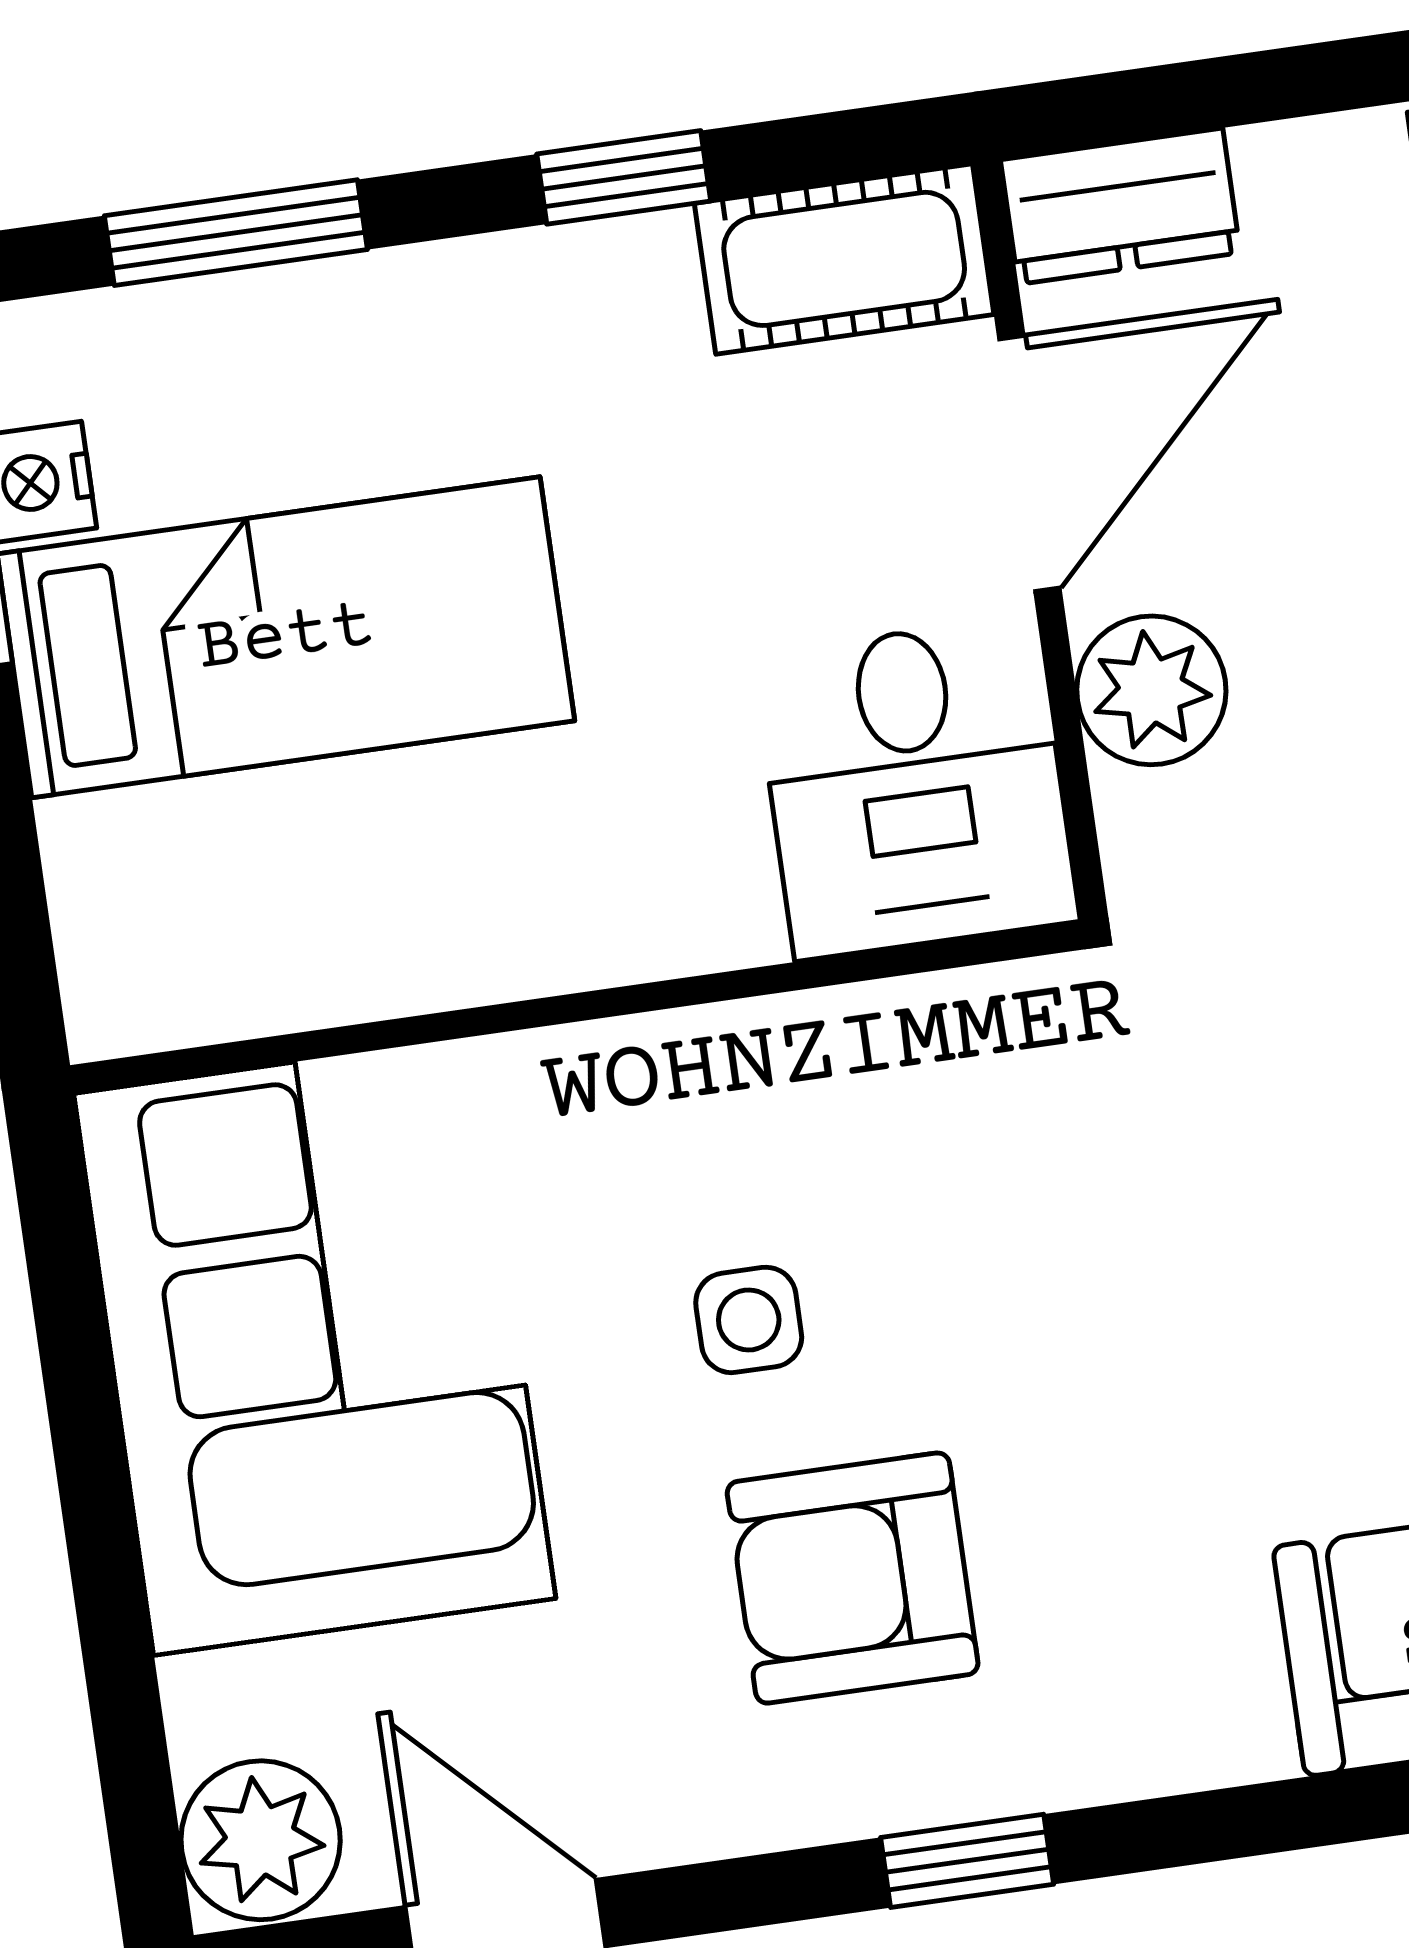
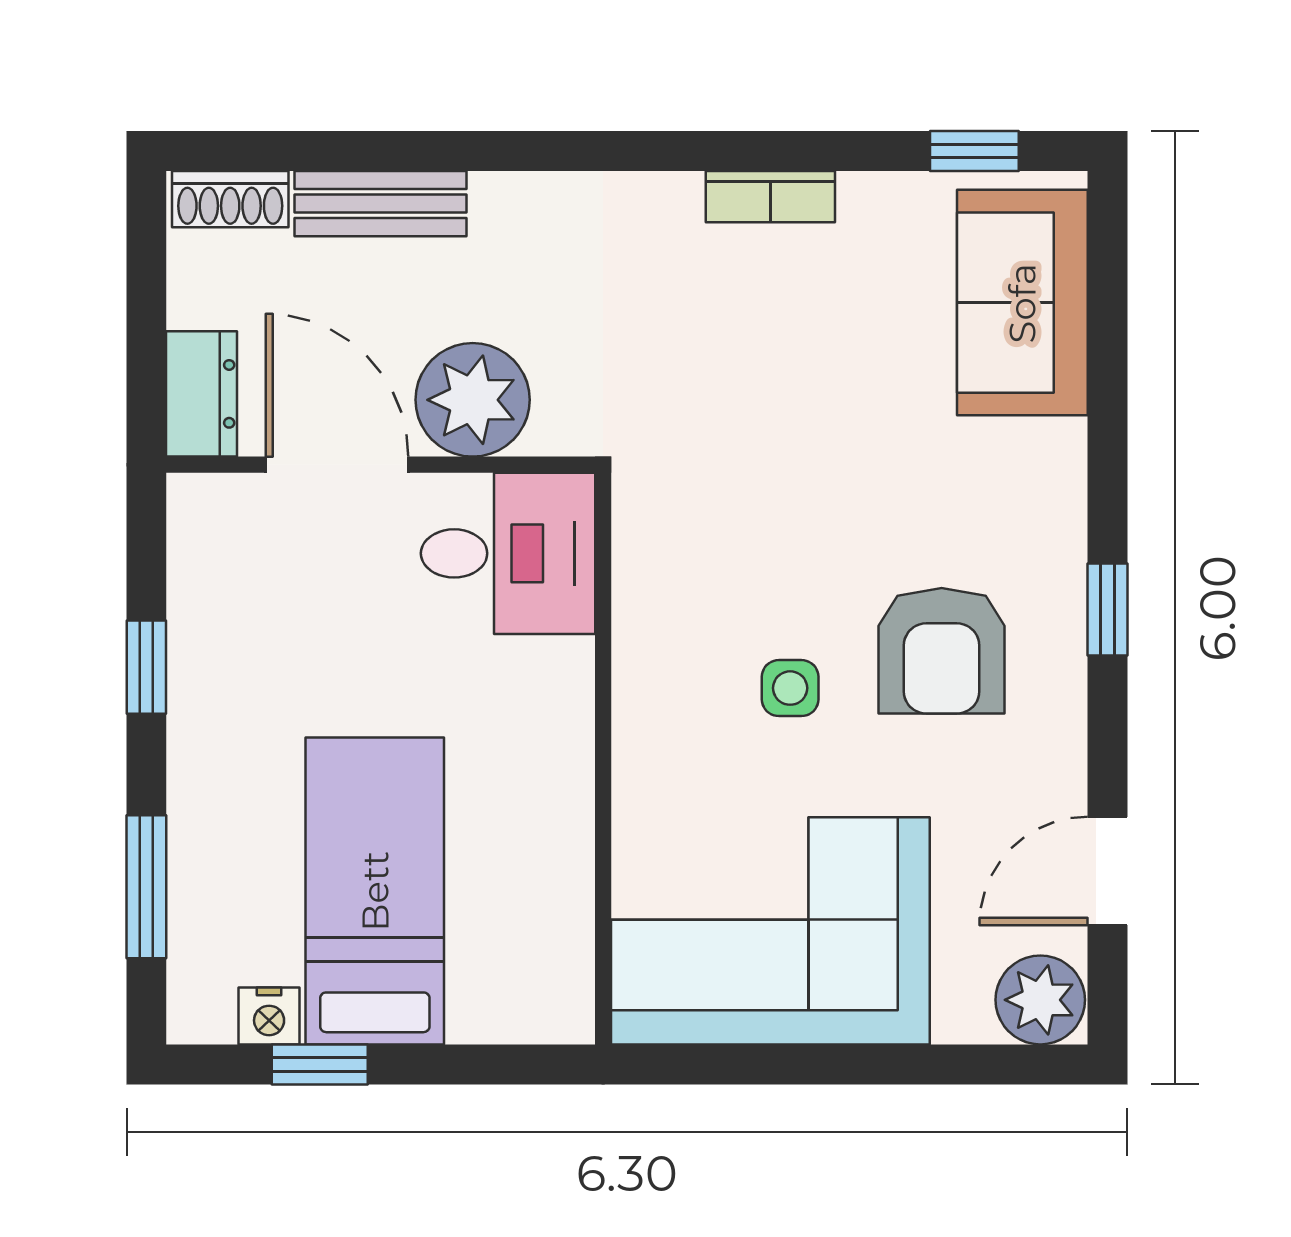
cot: (844, 259) -> (209, 551), removed
plant: (1151, 690) -> (473, 400), width x1.36, depth x1.36

